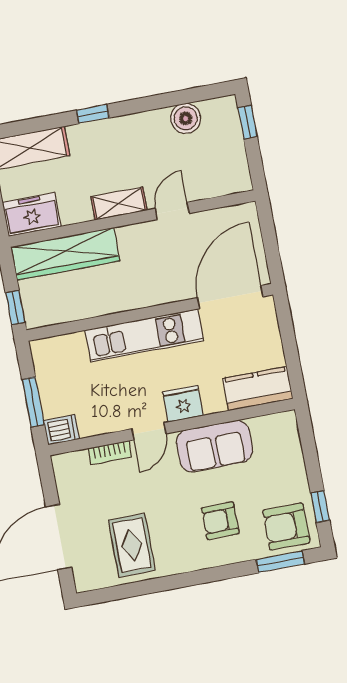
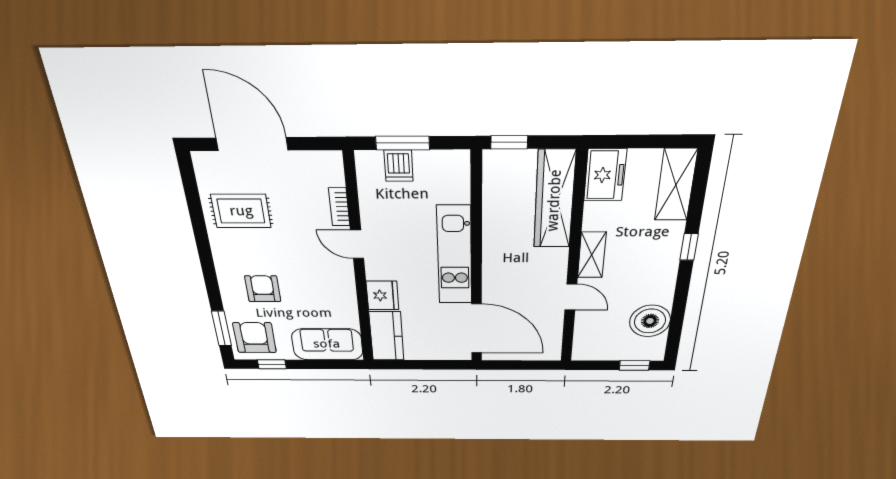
boiler: (186, 118) -> (650, 321), width x1.37, depth x1.37
fridge: (183, 404) -> (382, 295), moved
dishwasher: (62, 430) -> (399, 166), moved
sofa: (215, 446) -> (327, 344), moved, turned 90

